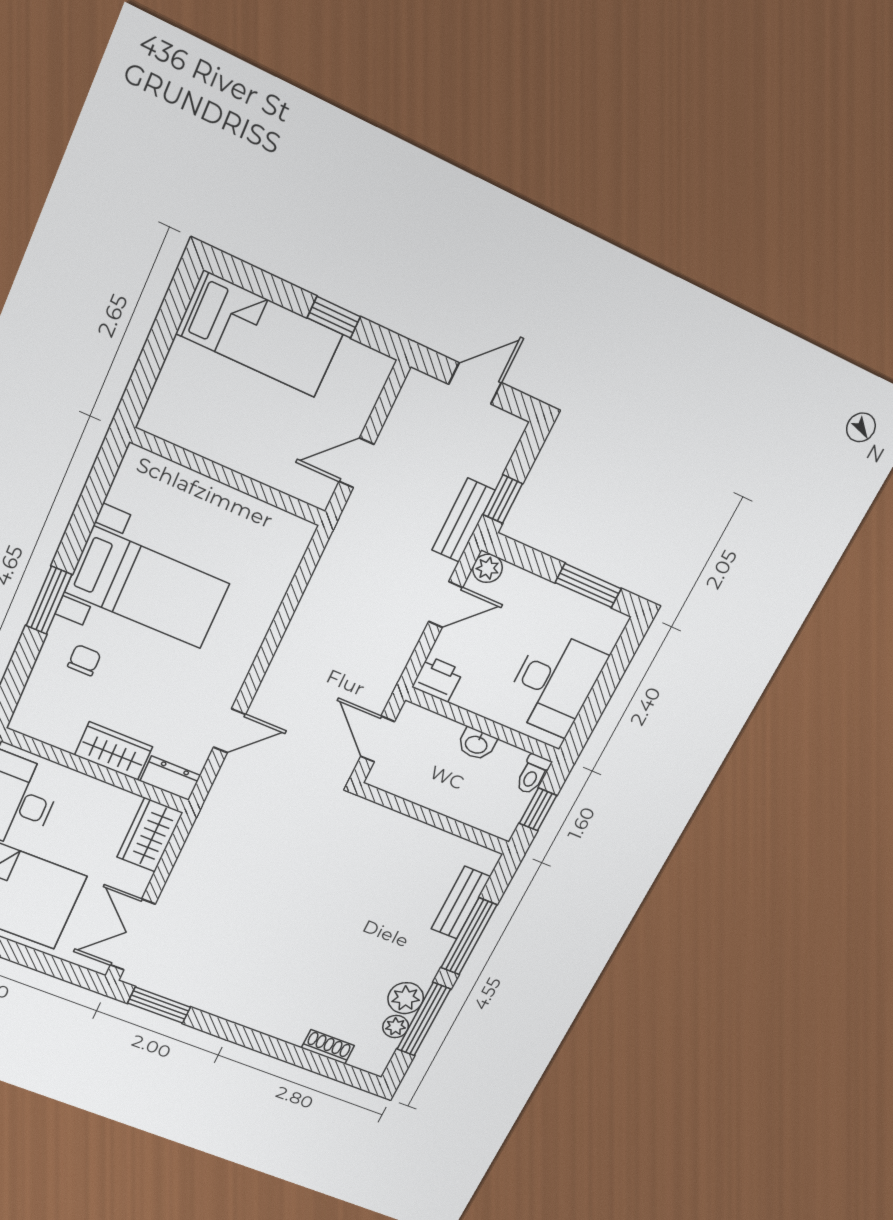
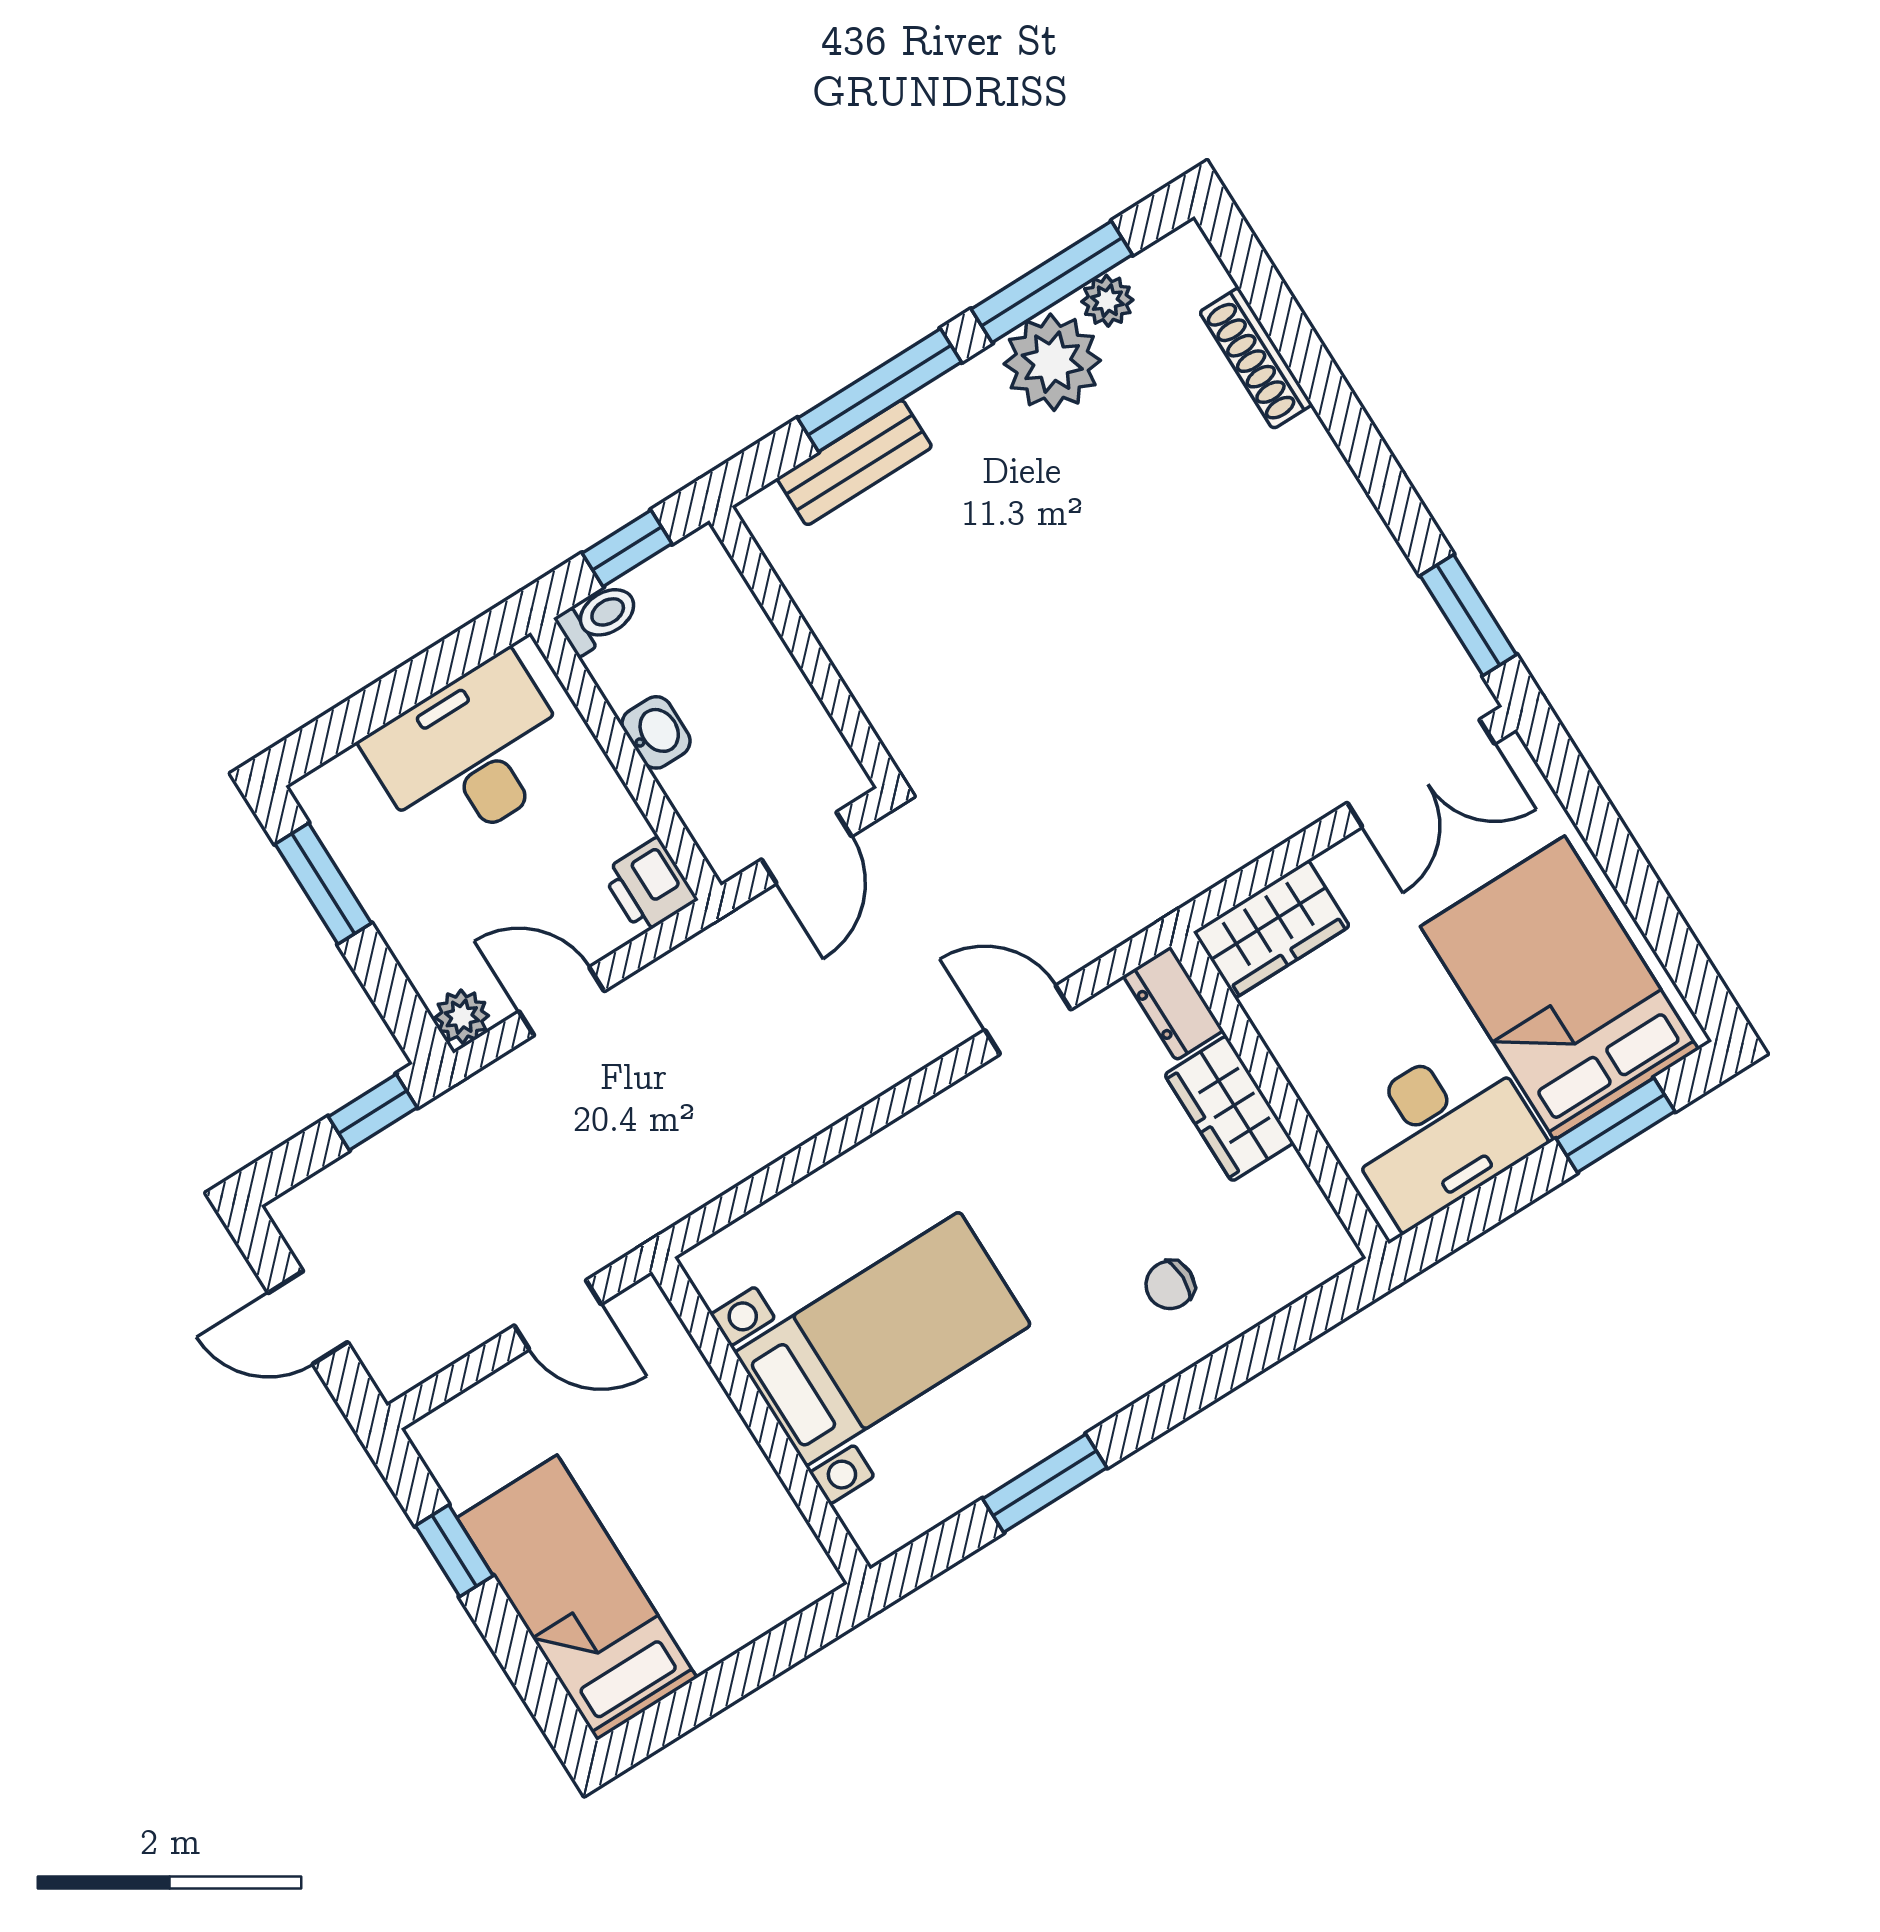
bench: (463, 520) -> (452, 1118), removed
bed with nightstands: (147, 588) -> (883, 1339), moved, turned 90
window: (49, 600) -> (1045, 1483), moved
plant: (406, 998) -> (1052, 362), width x1.36, depth x1.36
shoe rack: (328, 1047) -> (1256, 358), width x1.43

